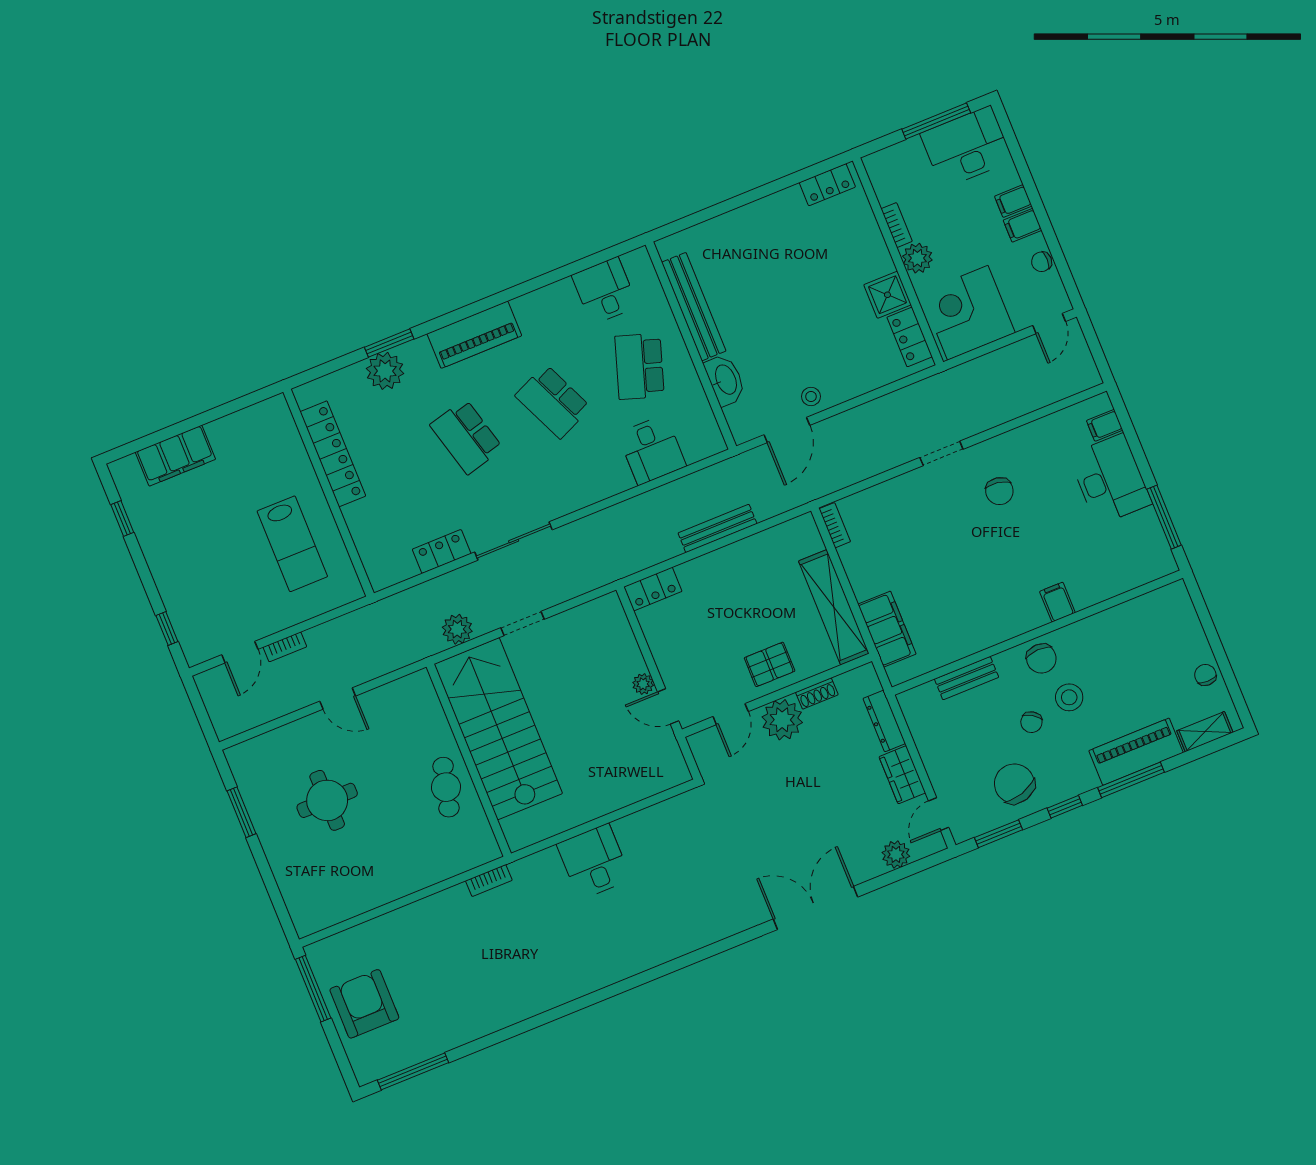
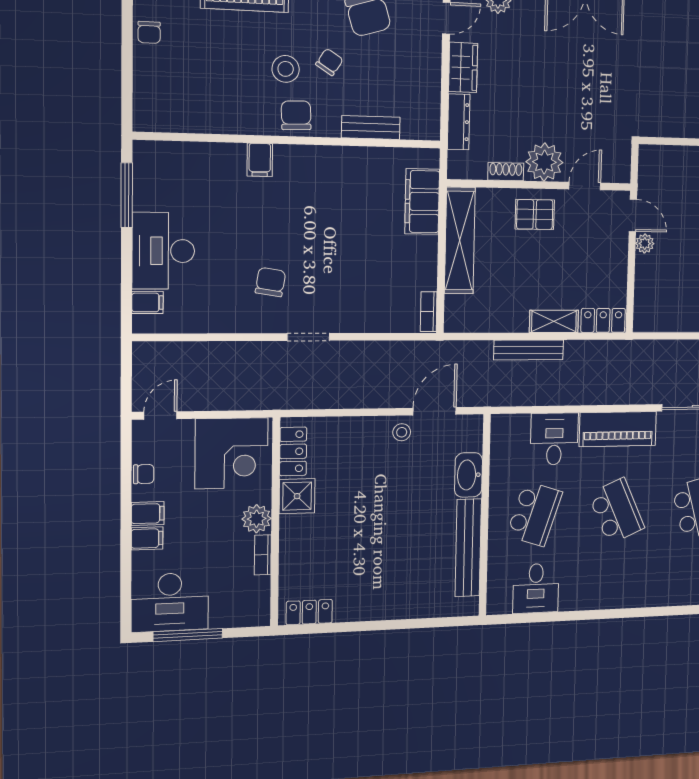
piano: (474, 335) -> (618, 429), moved, turned 180
shelving: (704, 567) -> (554, 321), added

